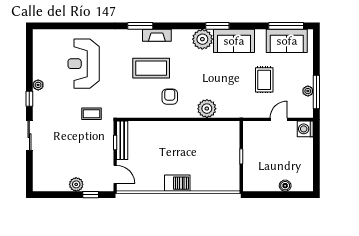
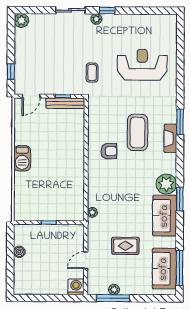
plant: (38, 85) -> (96, 19), moved
plant: (207, 109) -> (92, 212), moved, width x0.53, depth x0.53
door: (279, 119) -> (86, 260), swing flipped
plant: (76, 184) -> (21, 20), moved
boiler: (285, 186) -> (19, 252), moved

